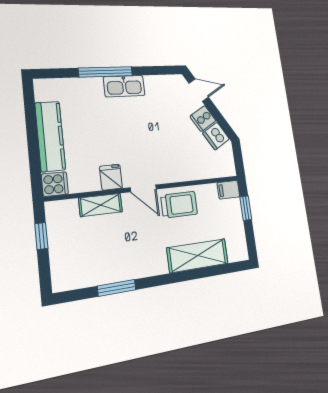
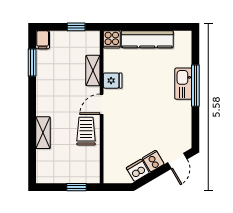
kitchen sink: (124, 86) -> (183, 84), moved
filing cabinet: (228, 190) -> (43, 40), moved, turned 180
trolley: (179, 205) -> (86, 131), turned 180
shelving: (198, 256) -> (43, 133), width x0.67, depth x0.75
window: (117, 288) -> (32, 62), moved

